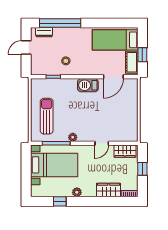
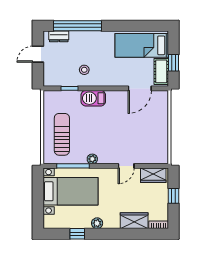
barbecue: (88, 85) -> (93, 98), moved

